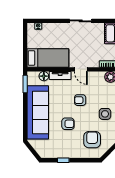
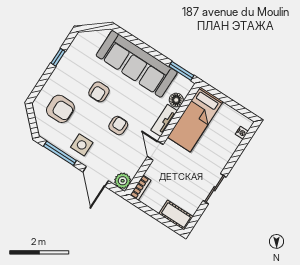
door: (81, 69) -> (155, 151), hinge flipped

